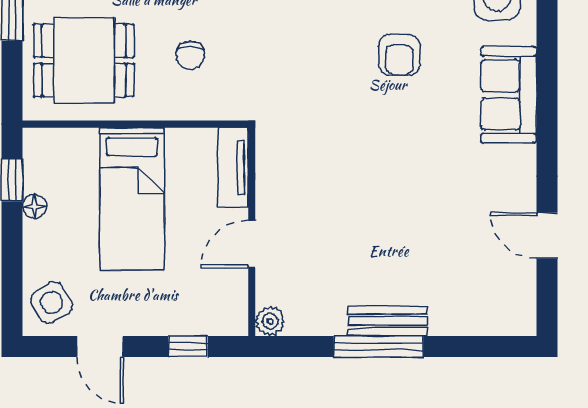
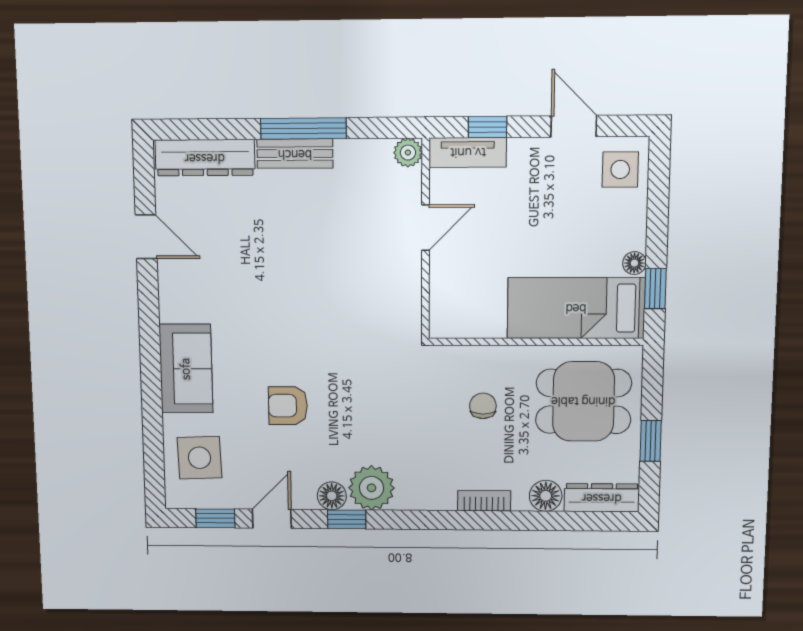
armchair: (399, 55) -> (288, 406), turned -90
tv unit: (233, 167) -> (468, 152), moved, turned 90
bed: (132, 199) -> (576, 308), moved, turned -90
side table: (52, 303) -> (620, 169), turned 31
dresser: (482, 317) -> (205, 158), added

